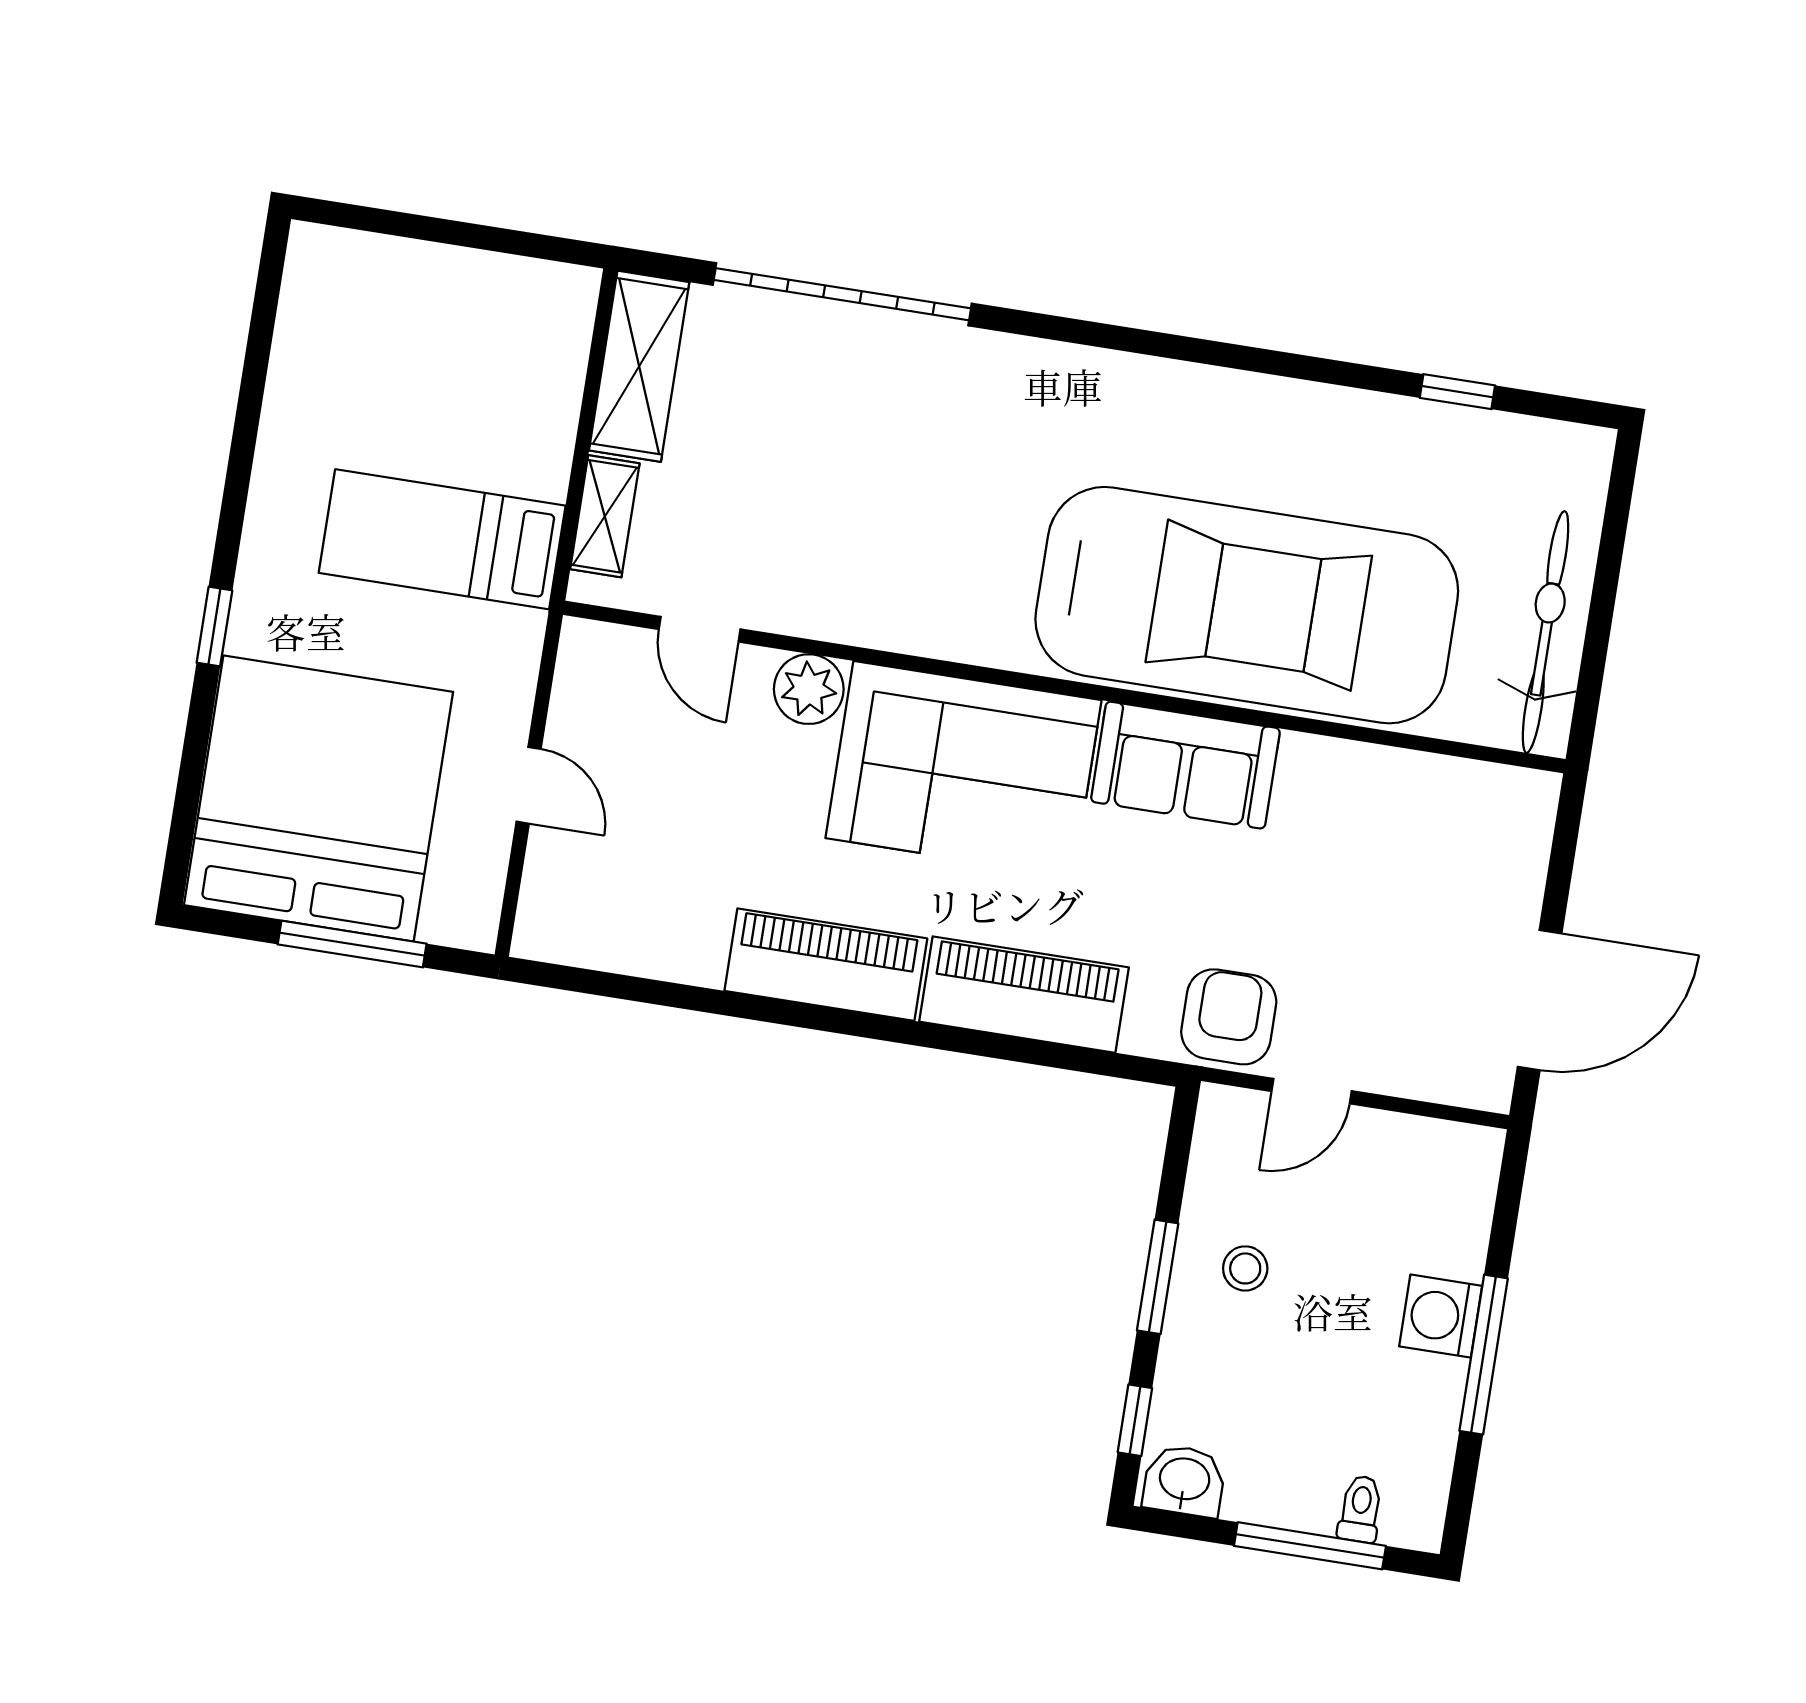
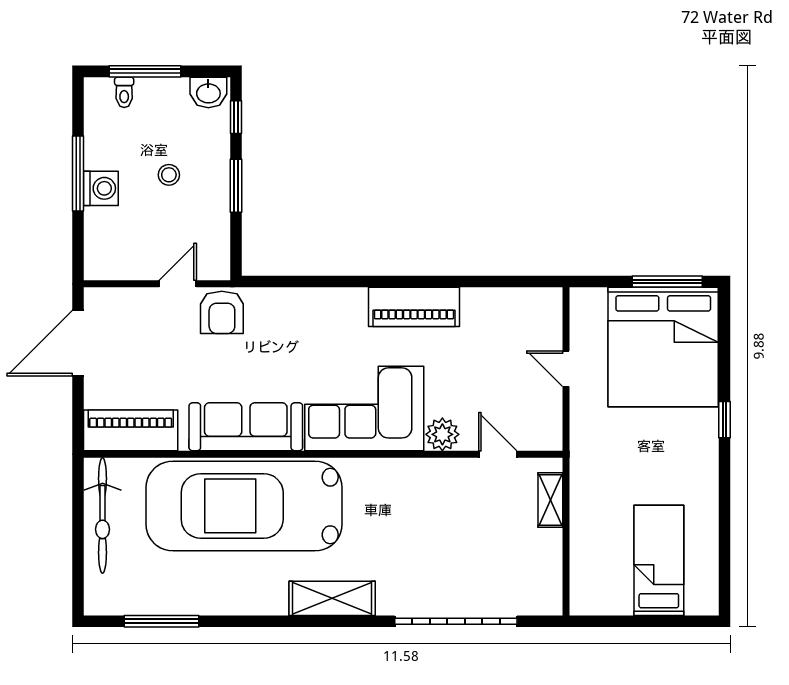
shelving: (639, 366) -> (332, 598), moved, turned 90
window: (1457, 392) -> (161, 621), width x2.17
bed: (442, 539) -> (659, 560), moved, turned -90
sofa: (1185, 765) -> (246, 427), width x1.36
window: (352, 944) -> (667, 282), moved
piano: (1024, 995) -> (131, 430), moved, turned 180
stool: (1245, 1268) -> (169, 175), moved

